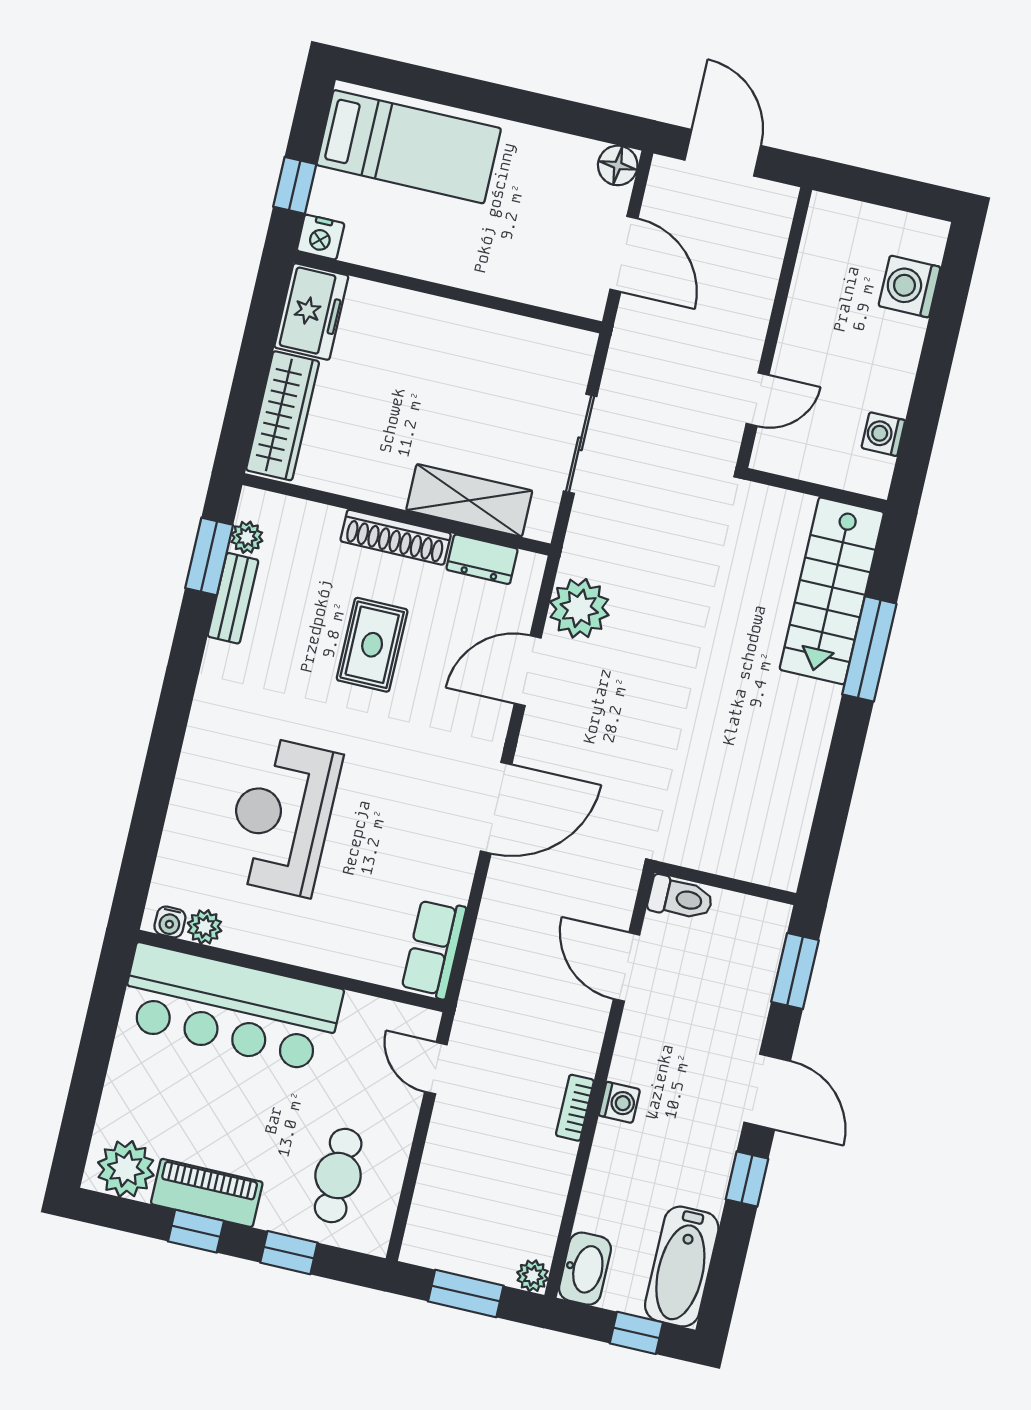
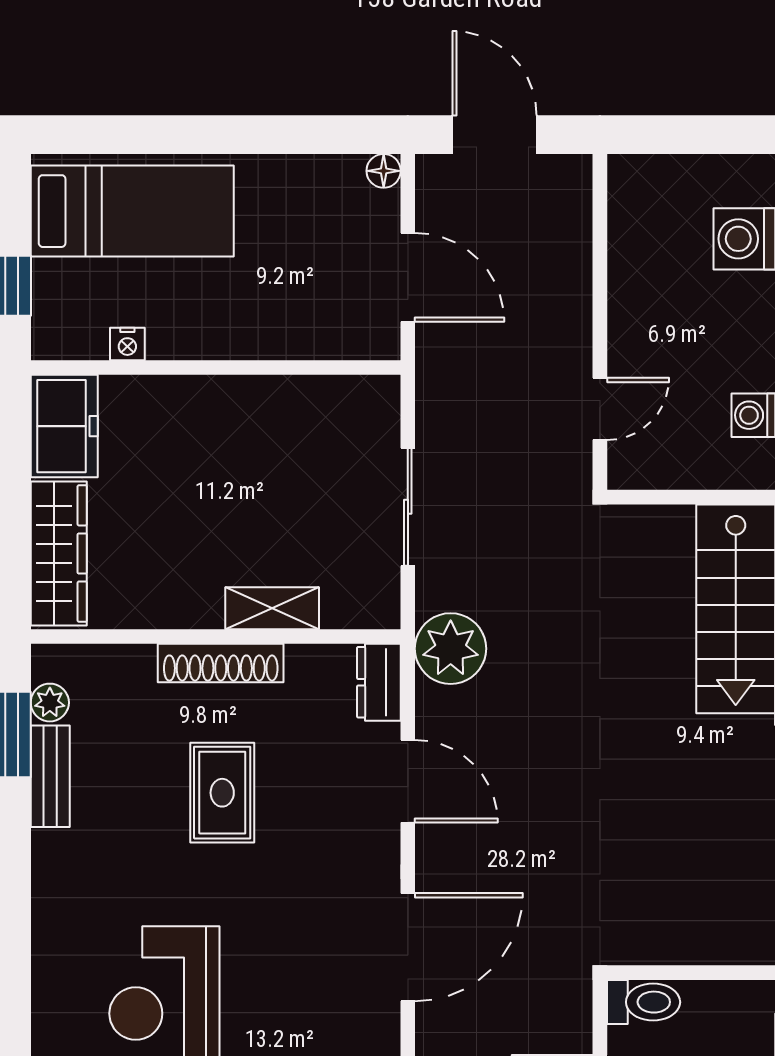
floor lamp: (618, 165) -> (384, 171), width x0.73, depth x0.73
nightstand: (321, 237) -> (127, 344), moved, width x0.72, depth x0.74
shelving: (469, 500) -> (272, 608), width x0.67, depth x0.75
dresser: (482, 559) -> (379, 682), moved, turned 90
plant: (579, 608) -> (451, 649), moved
door: (528, 671) -> (408, 781), swing flipped

